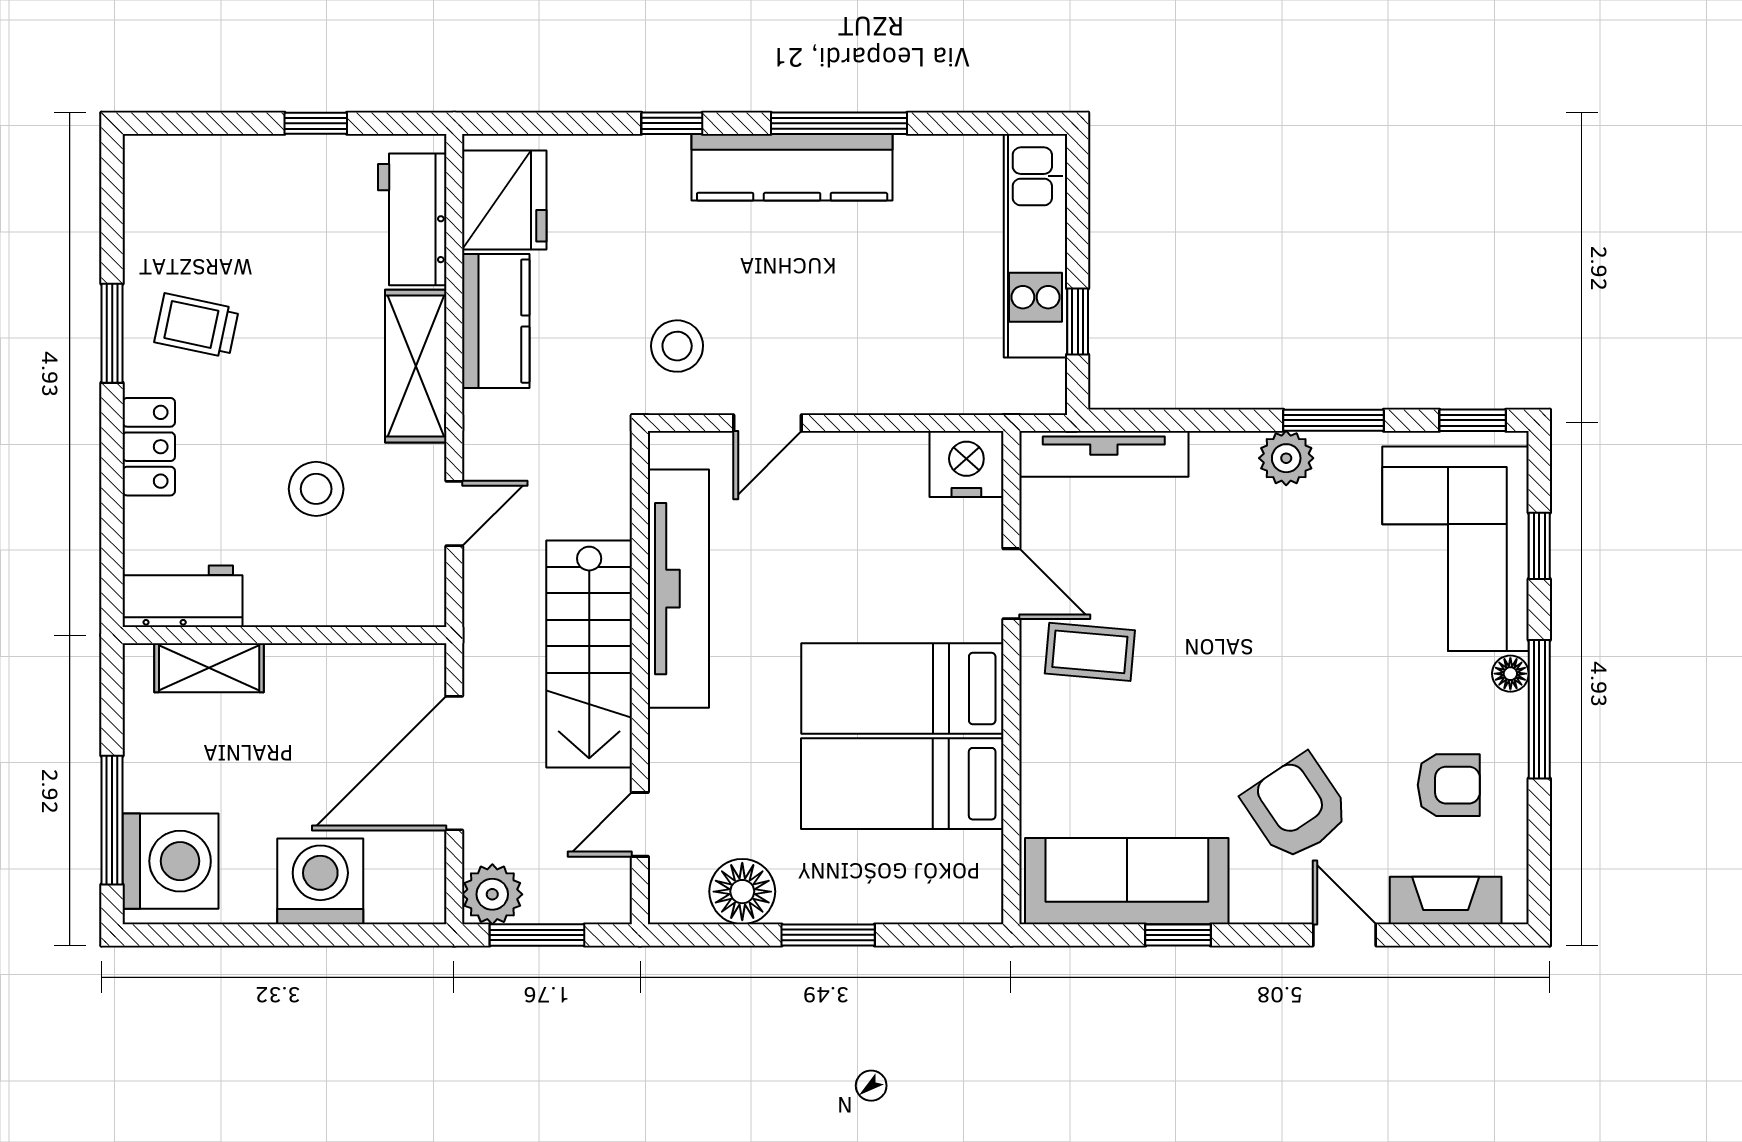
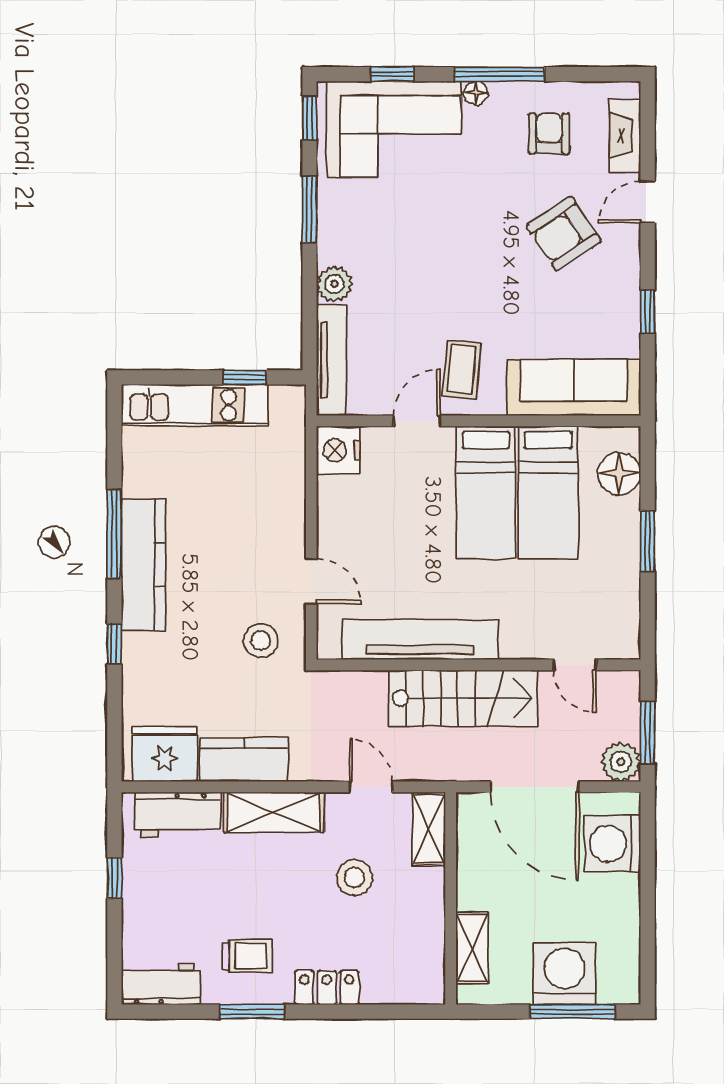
trolley: (197, 326) -> (247, 956), turned -102
plant: (1286, 458) -> (334, 284), moved
workbench: (183, 596) -> (161, 984), moved, turned 90
shelving: (390, 602) -> (429, 829), added
washing machine: (170, 861) -> (564, 973), moved
washing machine: (320, 881) -> (612, 844), moved
sofa: (1127, 881) -> (574, 387), moved, turned 90
floor lamp: (742, 892) -> (619, 473), moved

